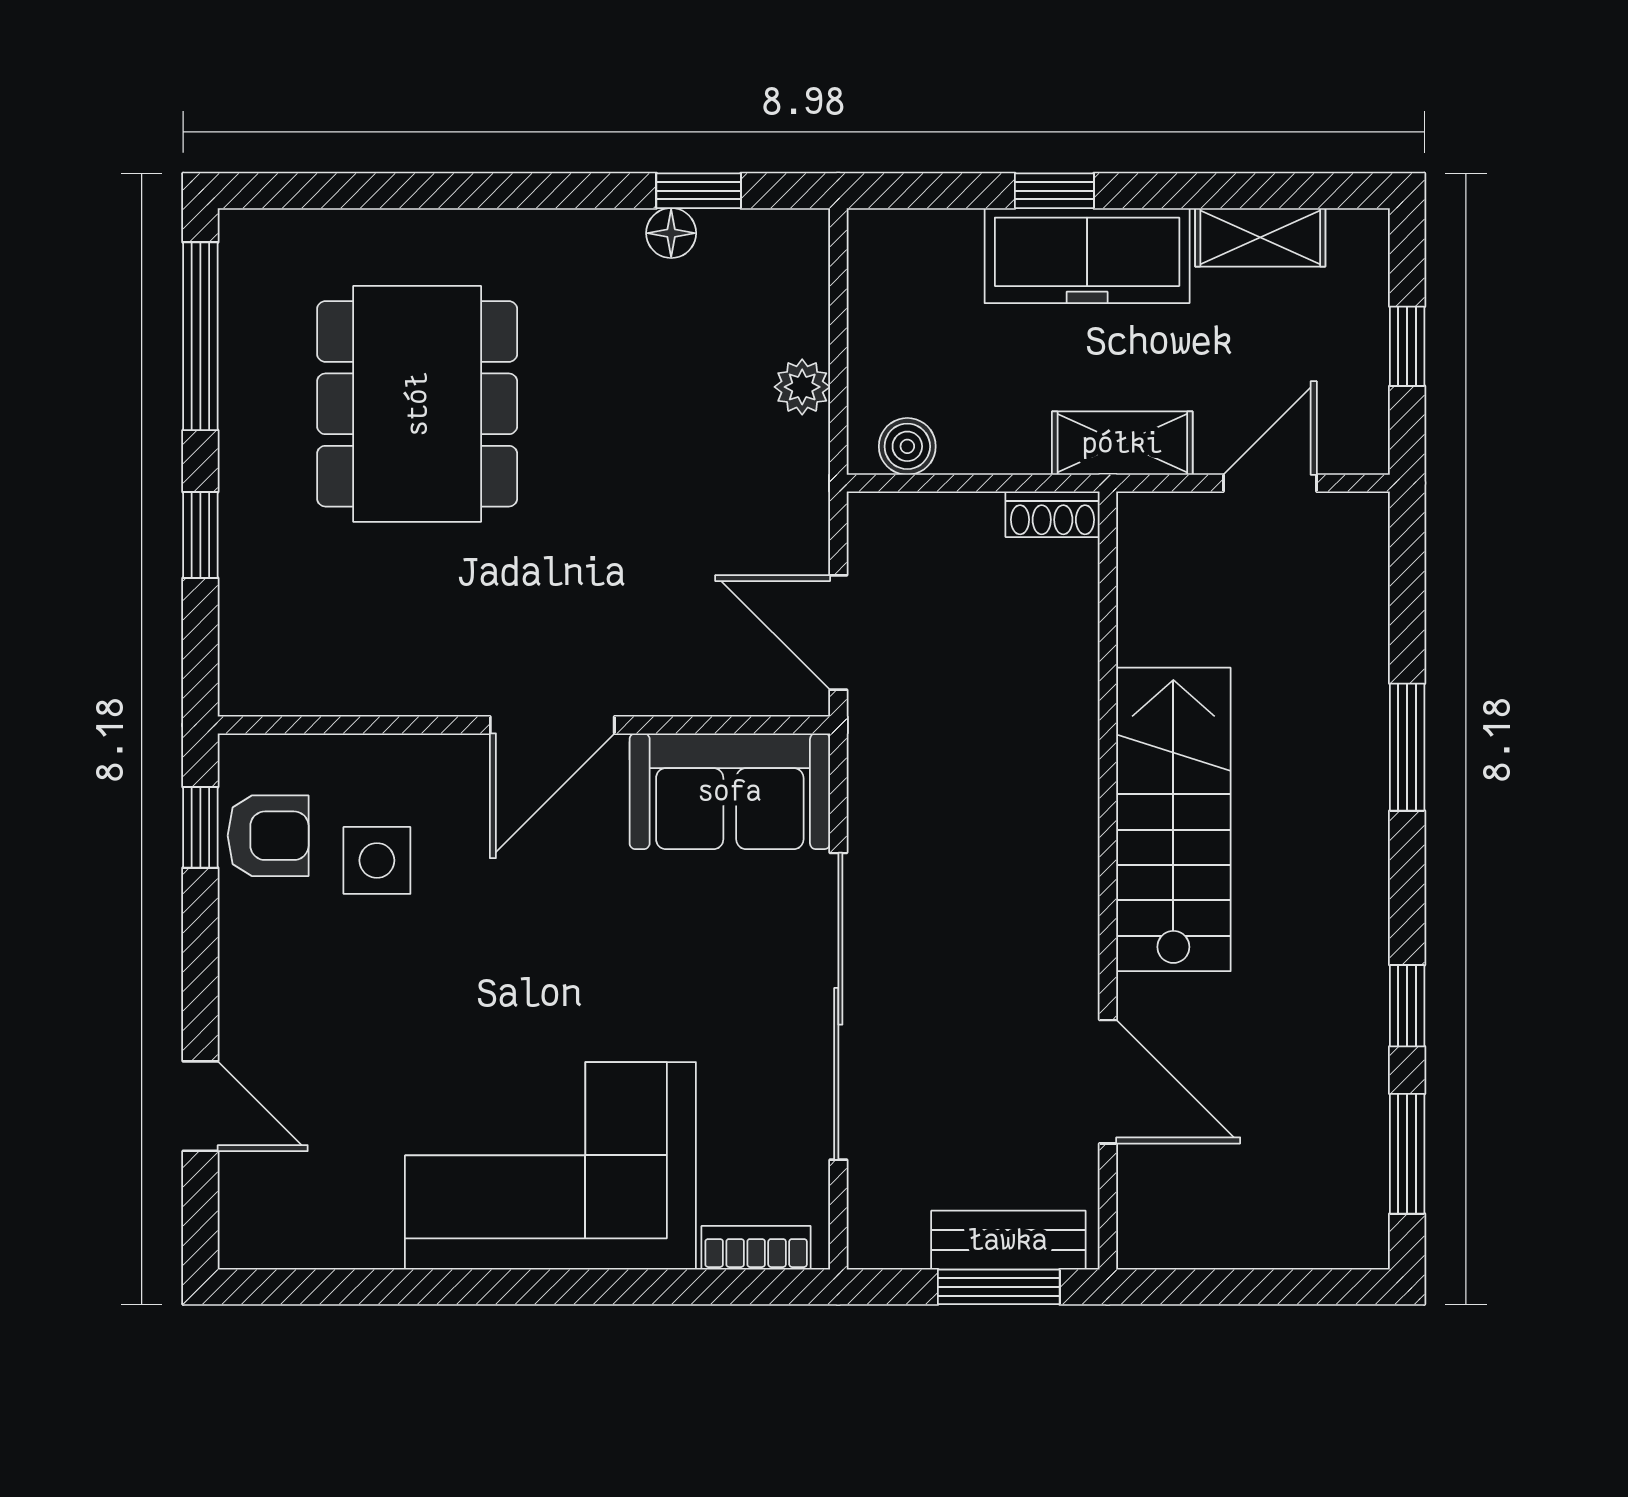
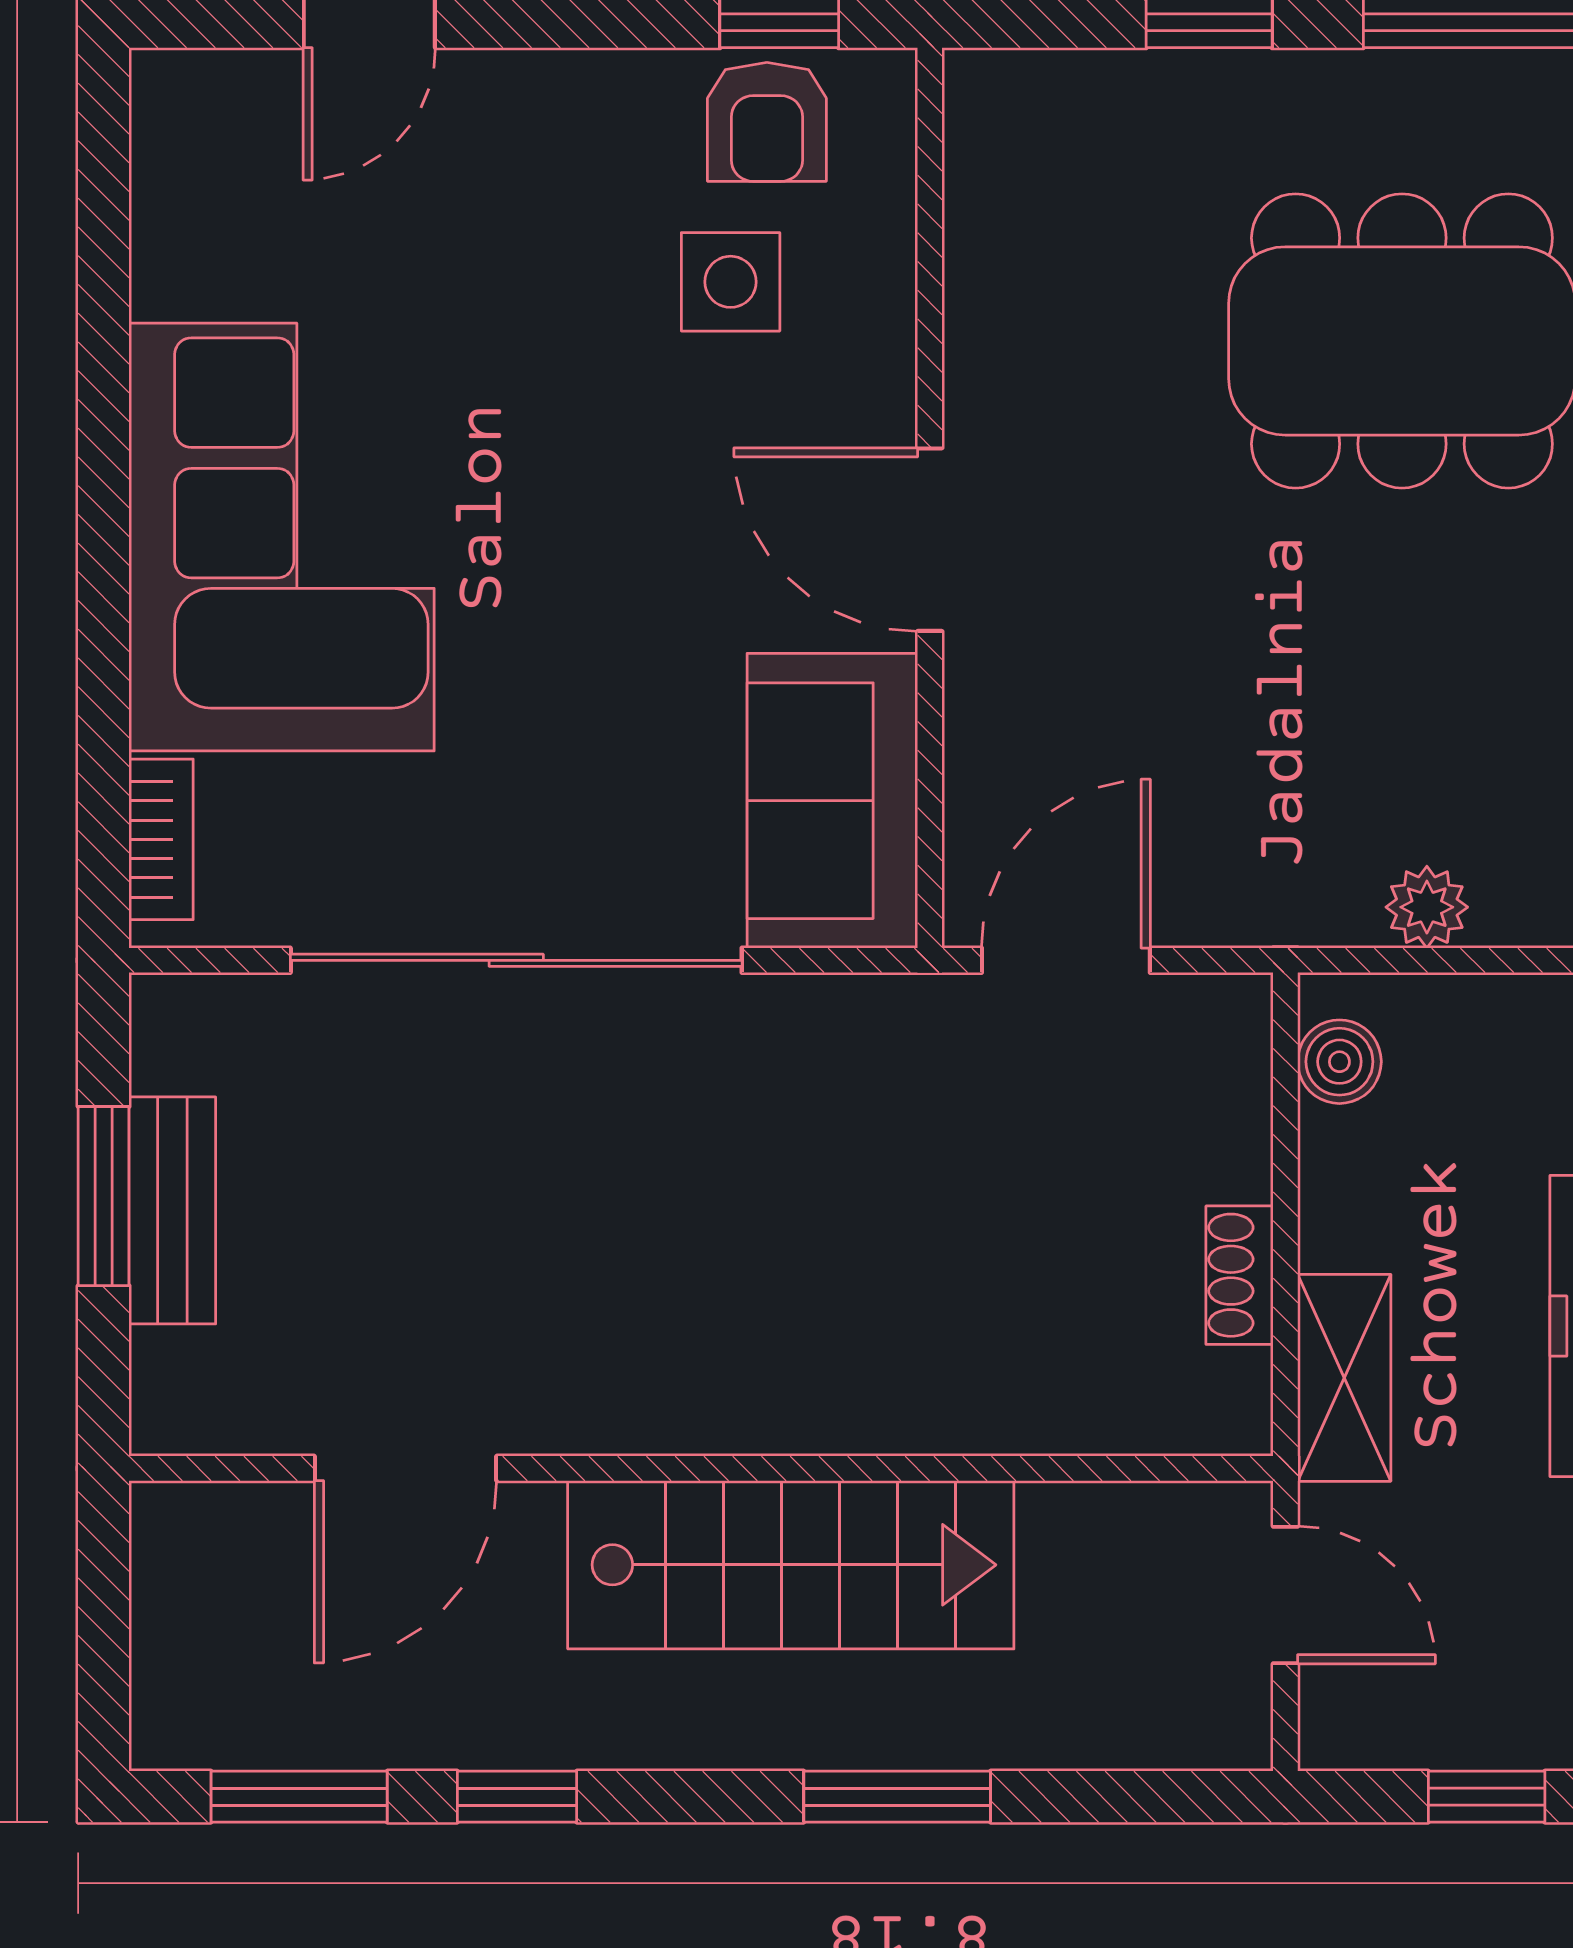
stairs: (1173, 819) -> (791, 1565), moved
wall: (1108, 881) -> (701, 1468), moved
door: (1108, 1082) -> (406, 1468), moved

